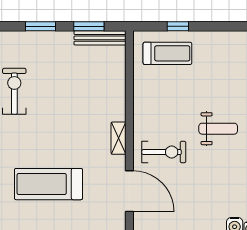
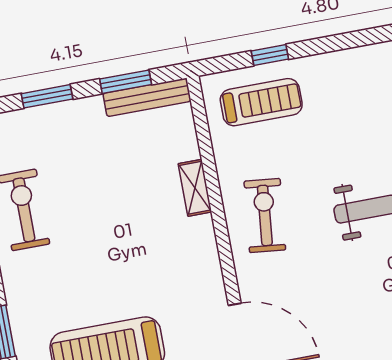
shelving: (119, 138) -> (195, 188), moved
exercise bike: (164, 152) -> (265, 215), moved, turned -84

